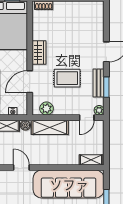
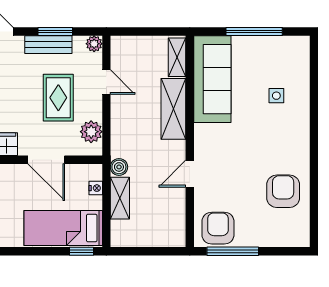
rug: (67, 78) -> (58, 98), moved
door: (87, 118) -> (106, 82), moved
shelving: (50, 127) -> (173, 109), moved
sofa: (69, 184) -> (212, 79), width x0.74, depth x0.79

